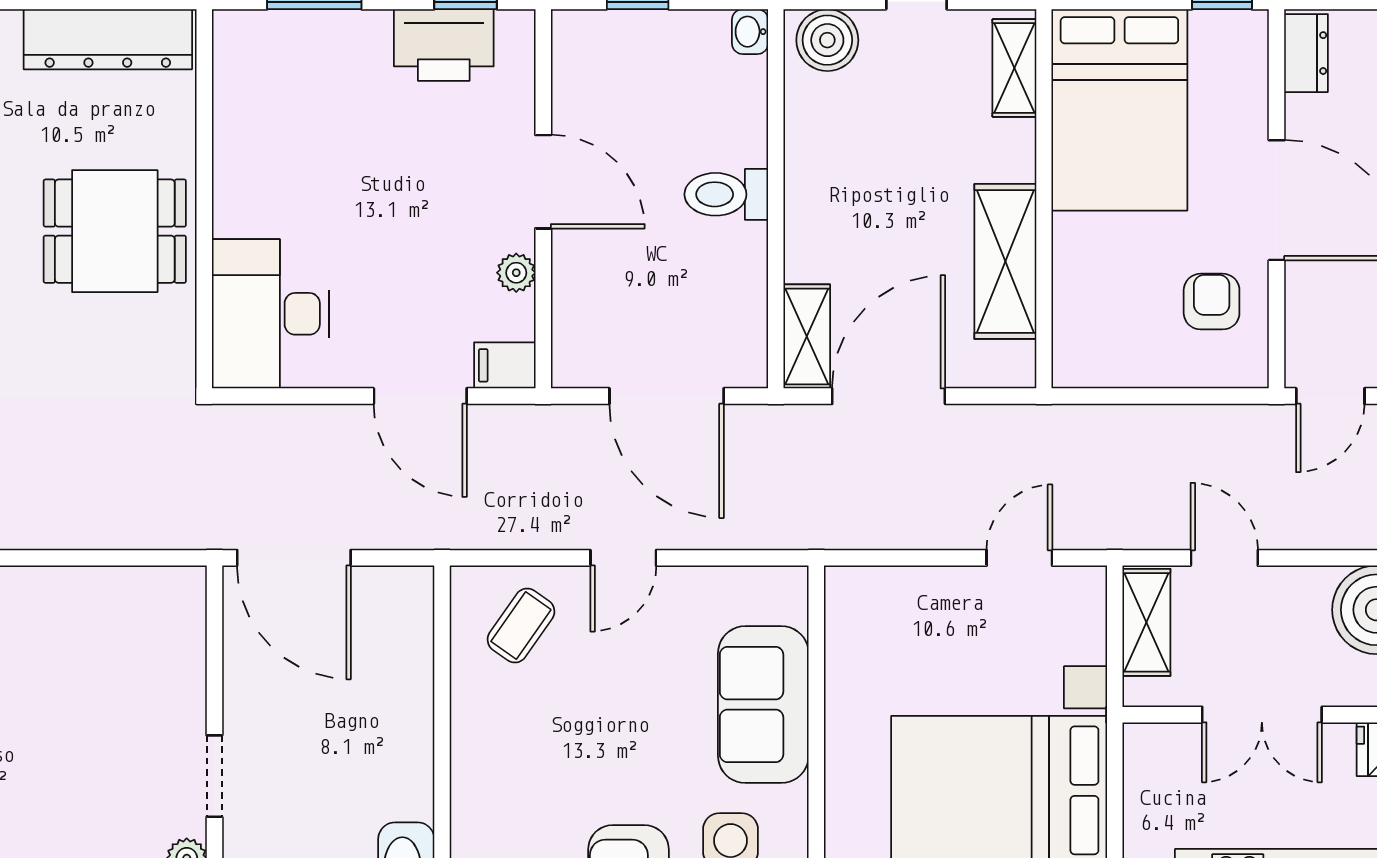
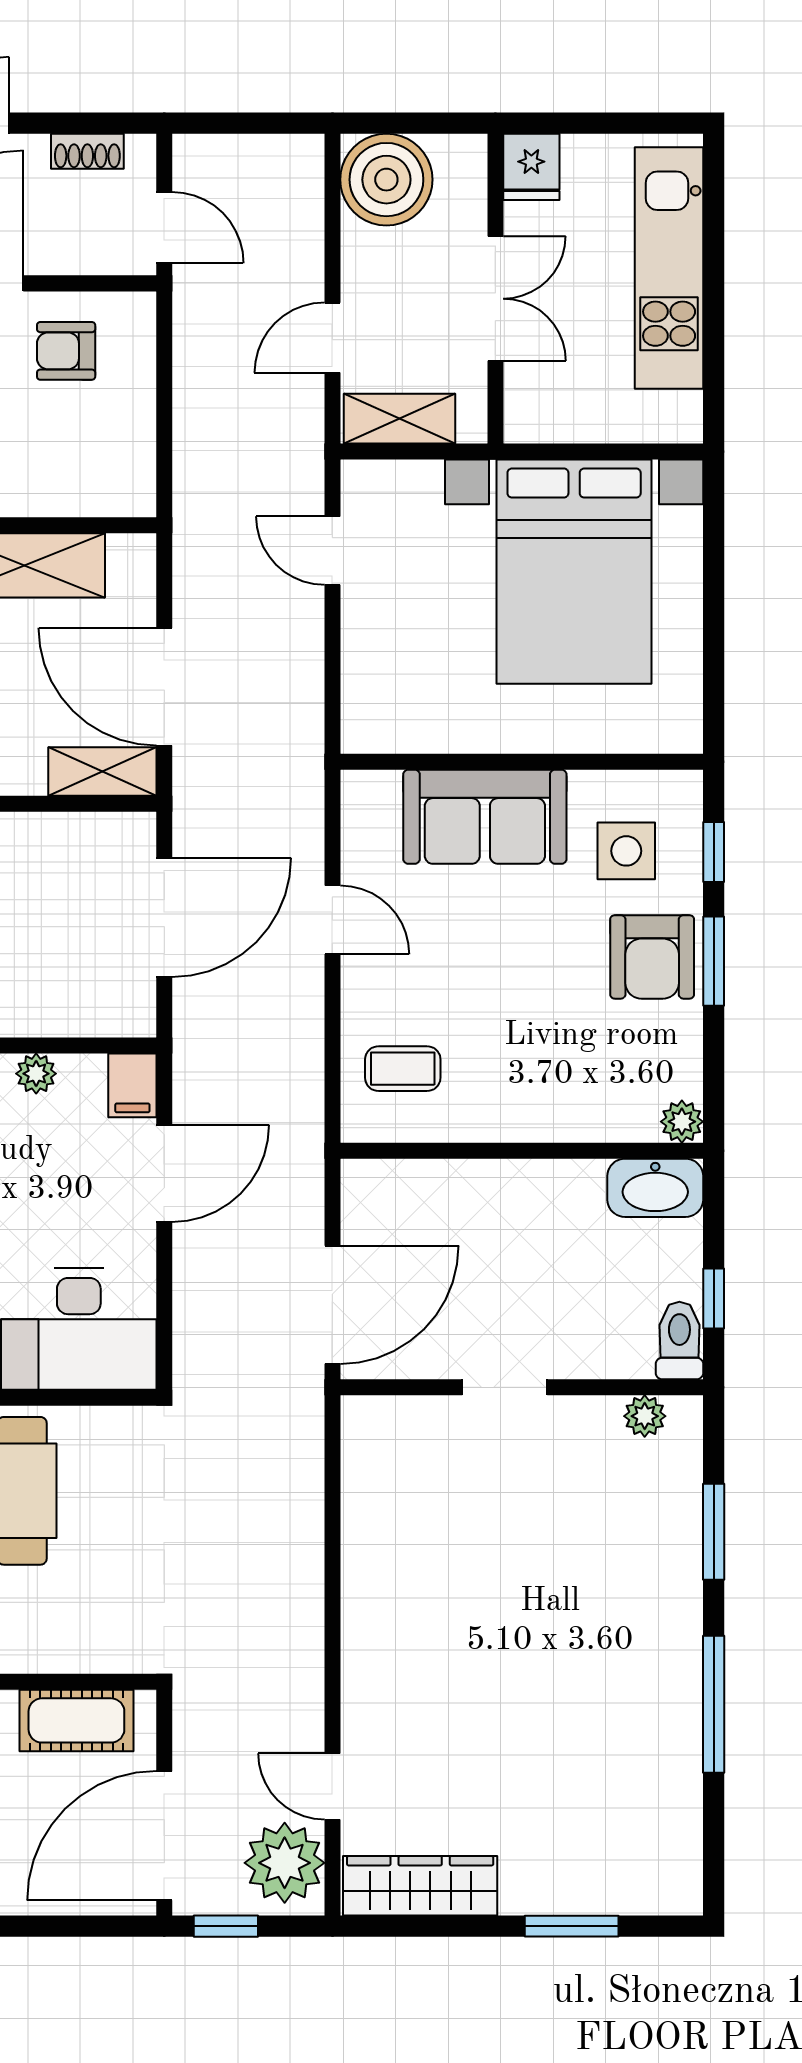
door: (623, 558) -> (332, 920), moved
coffee table: (521, 626) -> (403, 1069), turned -35
doorway: (214, 776) -> (505, 1387), moved

